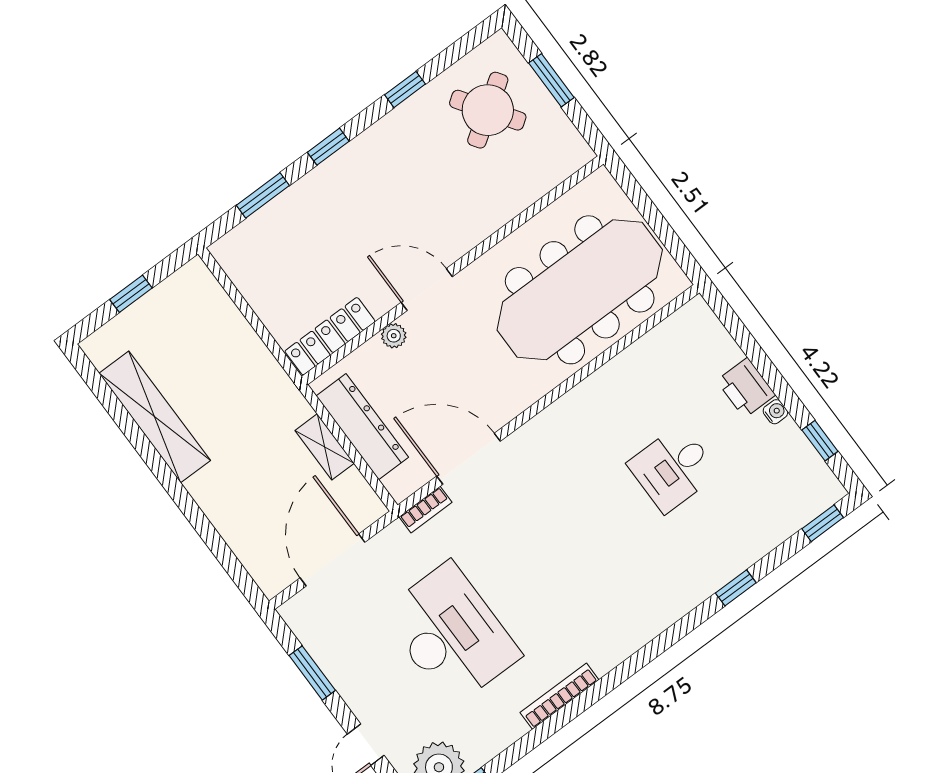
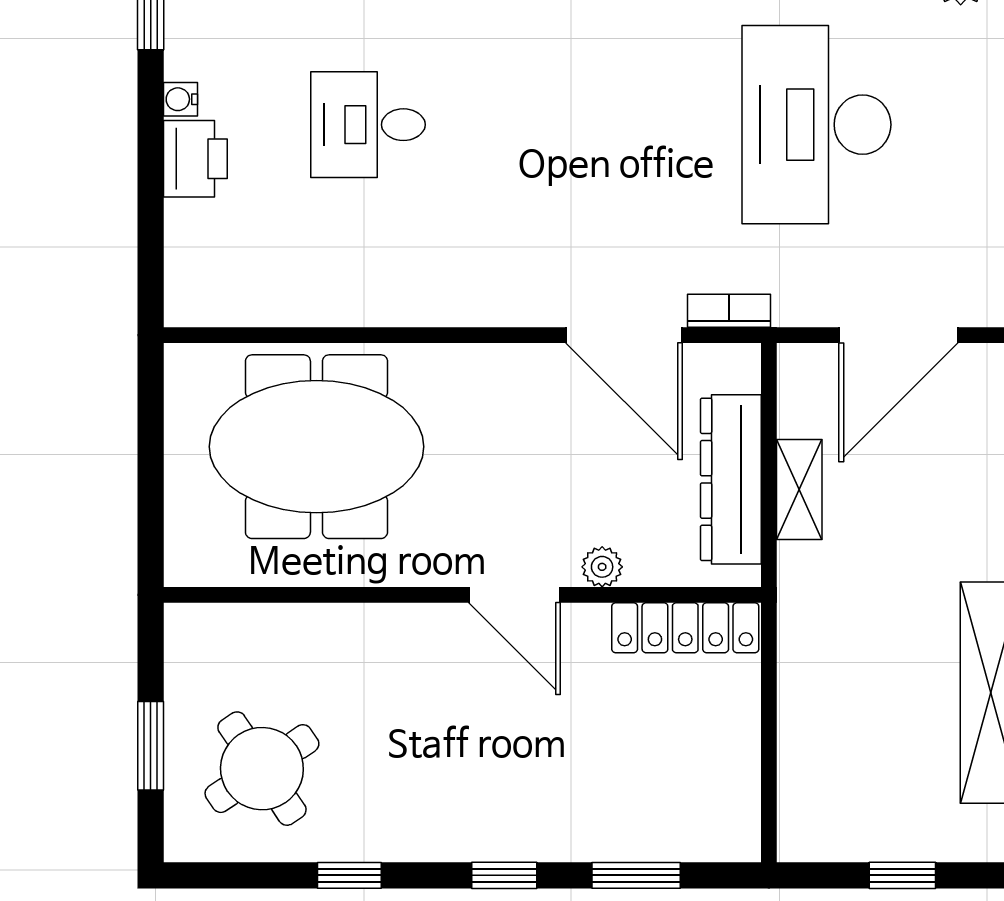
meeting table: (580, 290) -> (316, 447), width x0.73
desk: (673, 468) -> (368, 125), turned 180

